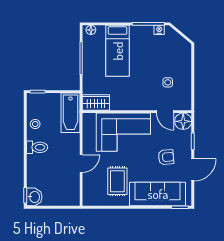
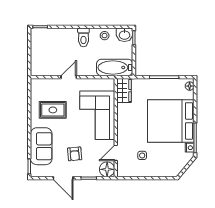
bed: (118, 51) -> (171, 121), width x2.04
door: (81, 164) -> (69, 77), swing flipped
sofa: (158, 194) -> (41, 146), width x0.73
washbasin: (34, 197) -> (124, 35), moved

